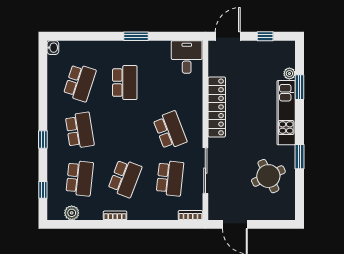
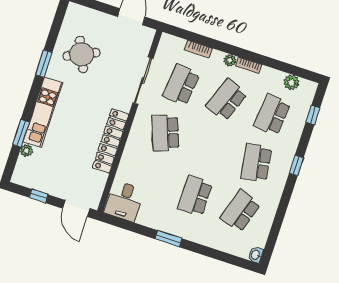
door: (228, 36) -> (76, 208), hinge flipped
plant: (133, 215) -> (230, 60), added
bookcase: (190, 215) -> (198, 49), moved

